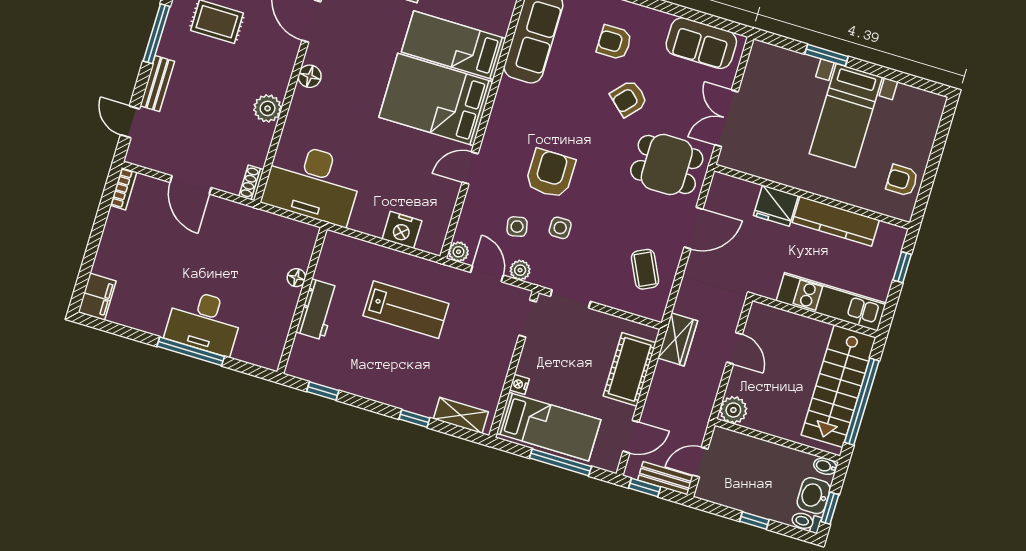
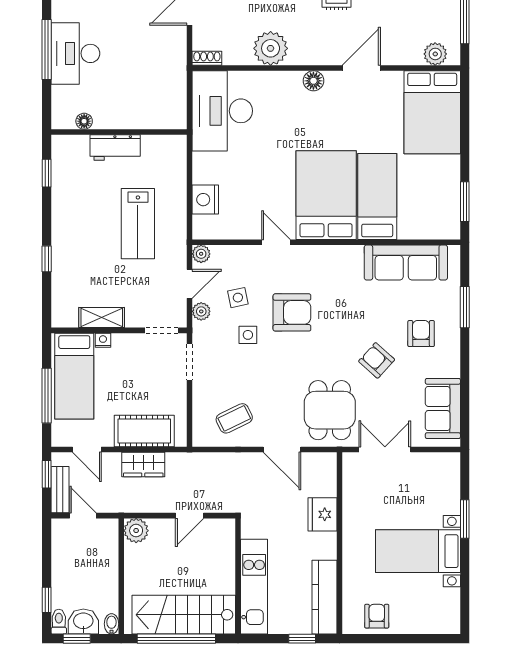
plant: (268, 108) -> (271, 48), width x1.36, depth x1.36
kitchen counter: (836, 221) -> (324, 597), moved
floor lamp: (296, 278) -> (84, 121), moved
wardrobe: (678, 339) -> (143, 464), moved
shelving: (461, 415) -> (102, 318), moved, turned 90
window: (754, 520) -> (47, 600), moved

